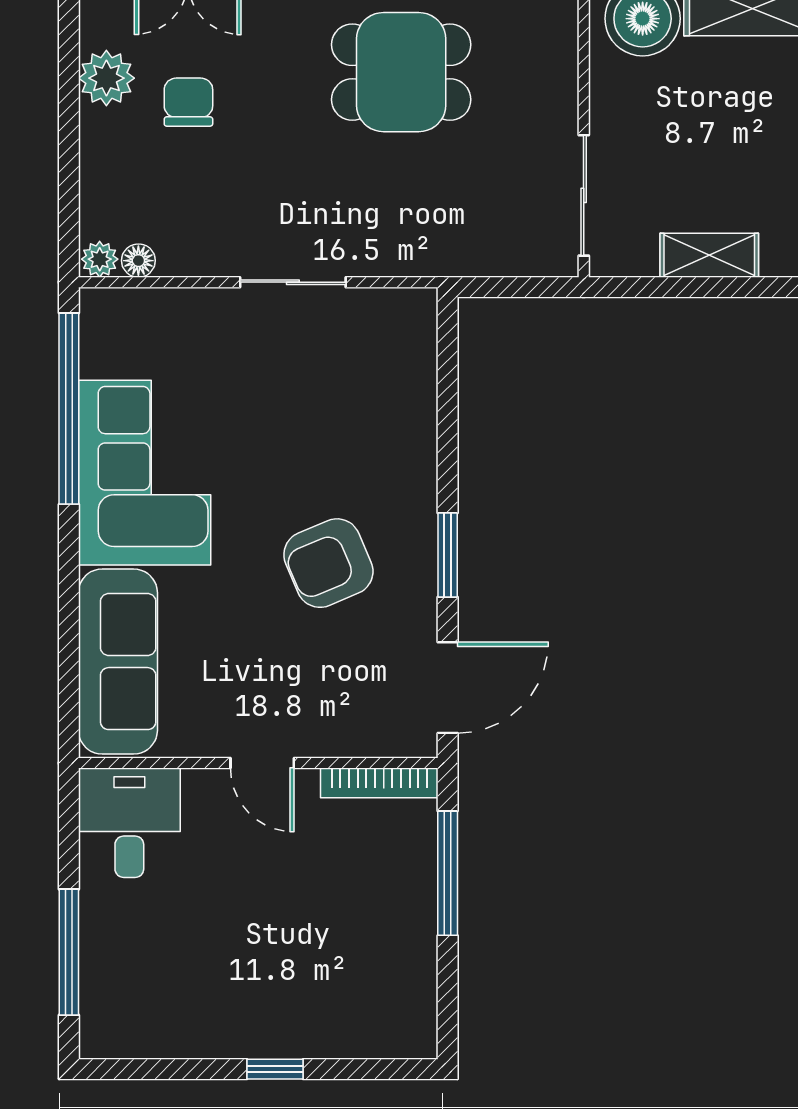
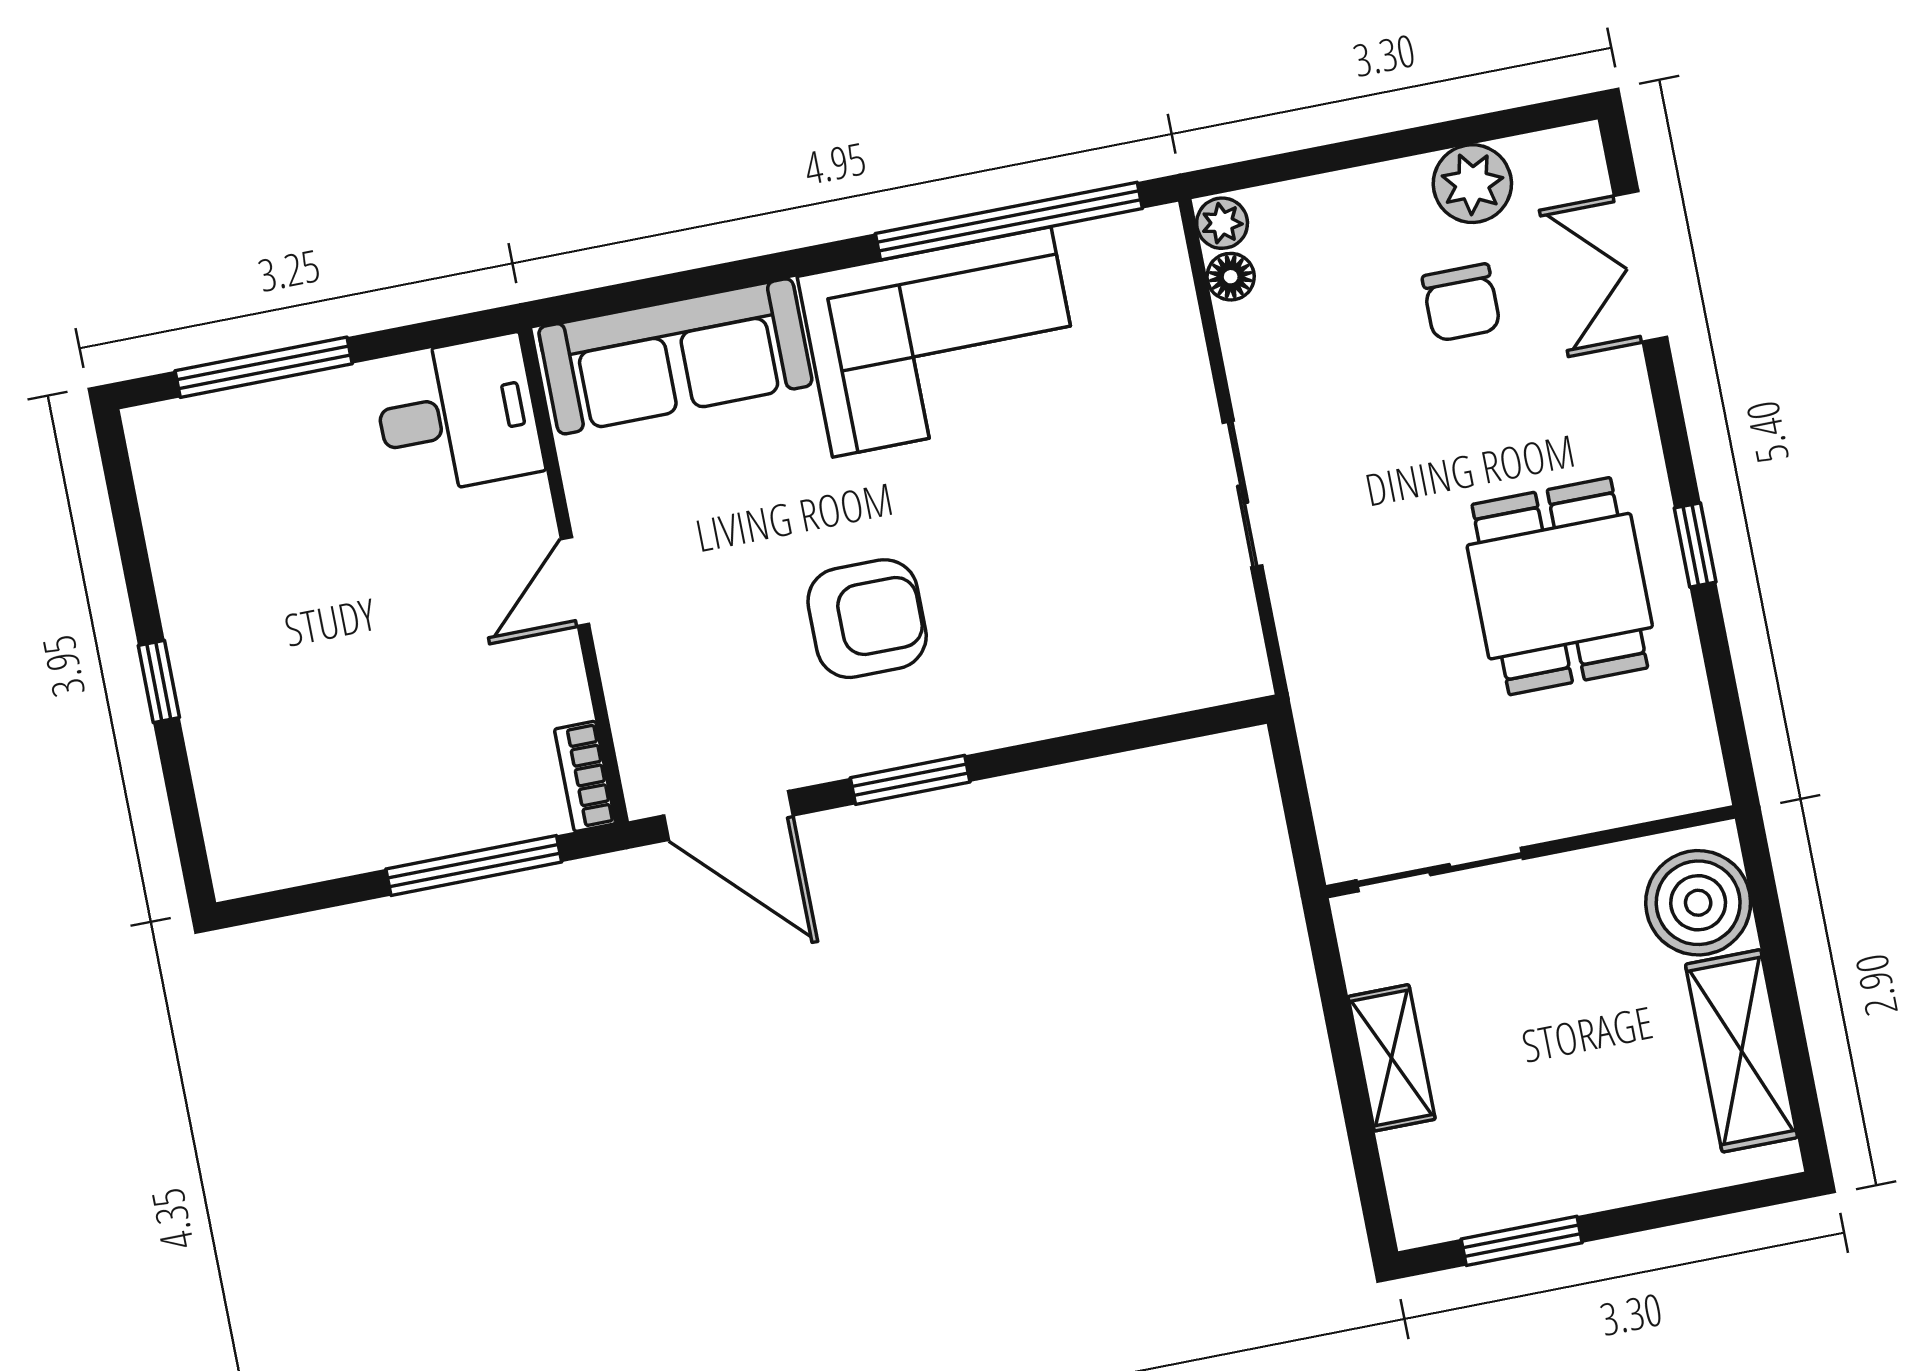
chair: (188, 102) -> (1461, 303), turned 90
armchair: (328, 563) -> (867, 619), turned 113
bookcase: (379, 783) -> (585, 776), width x0.64

